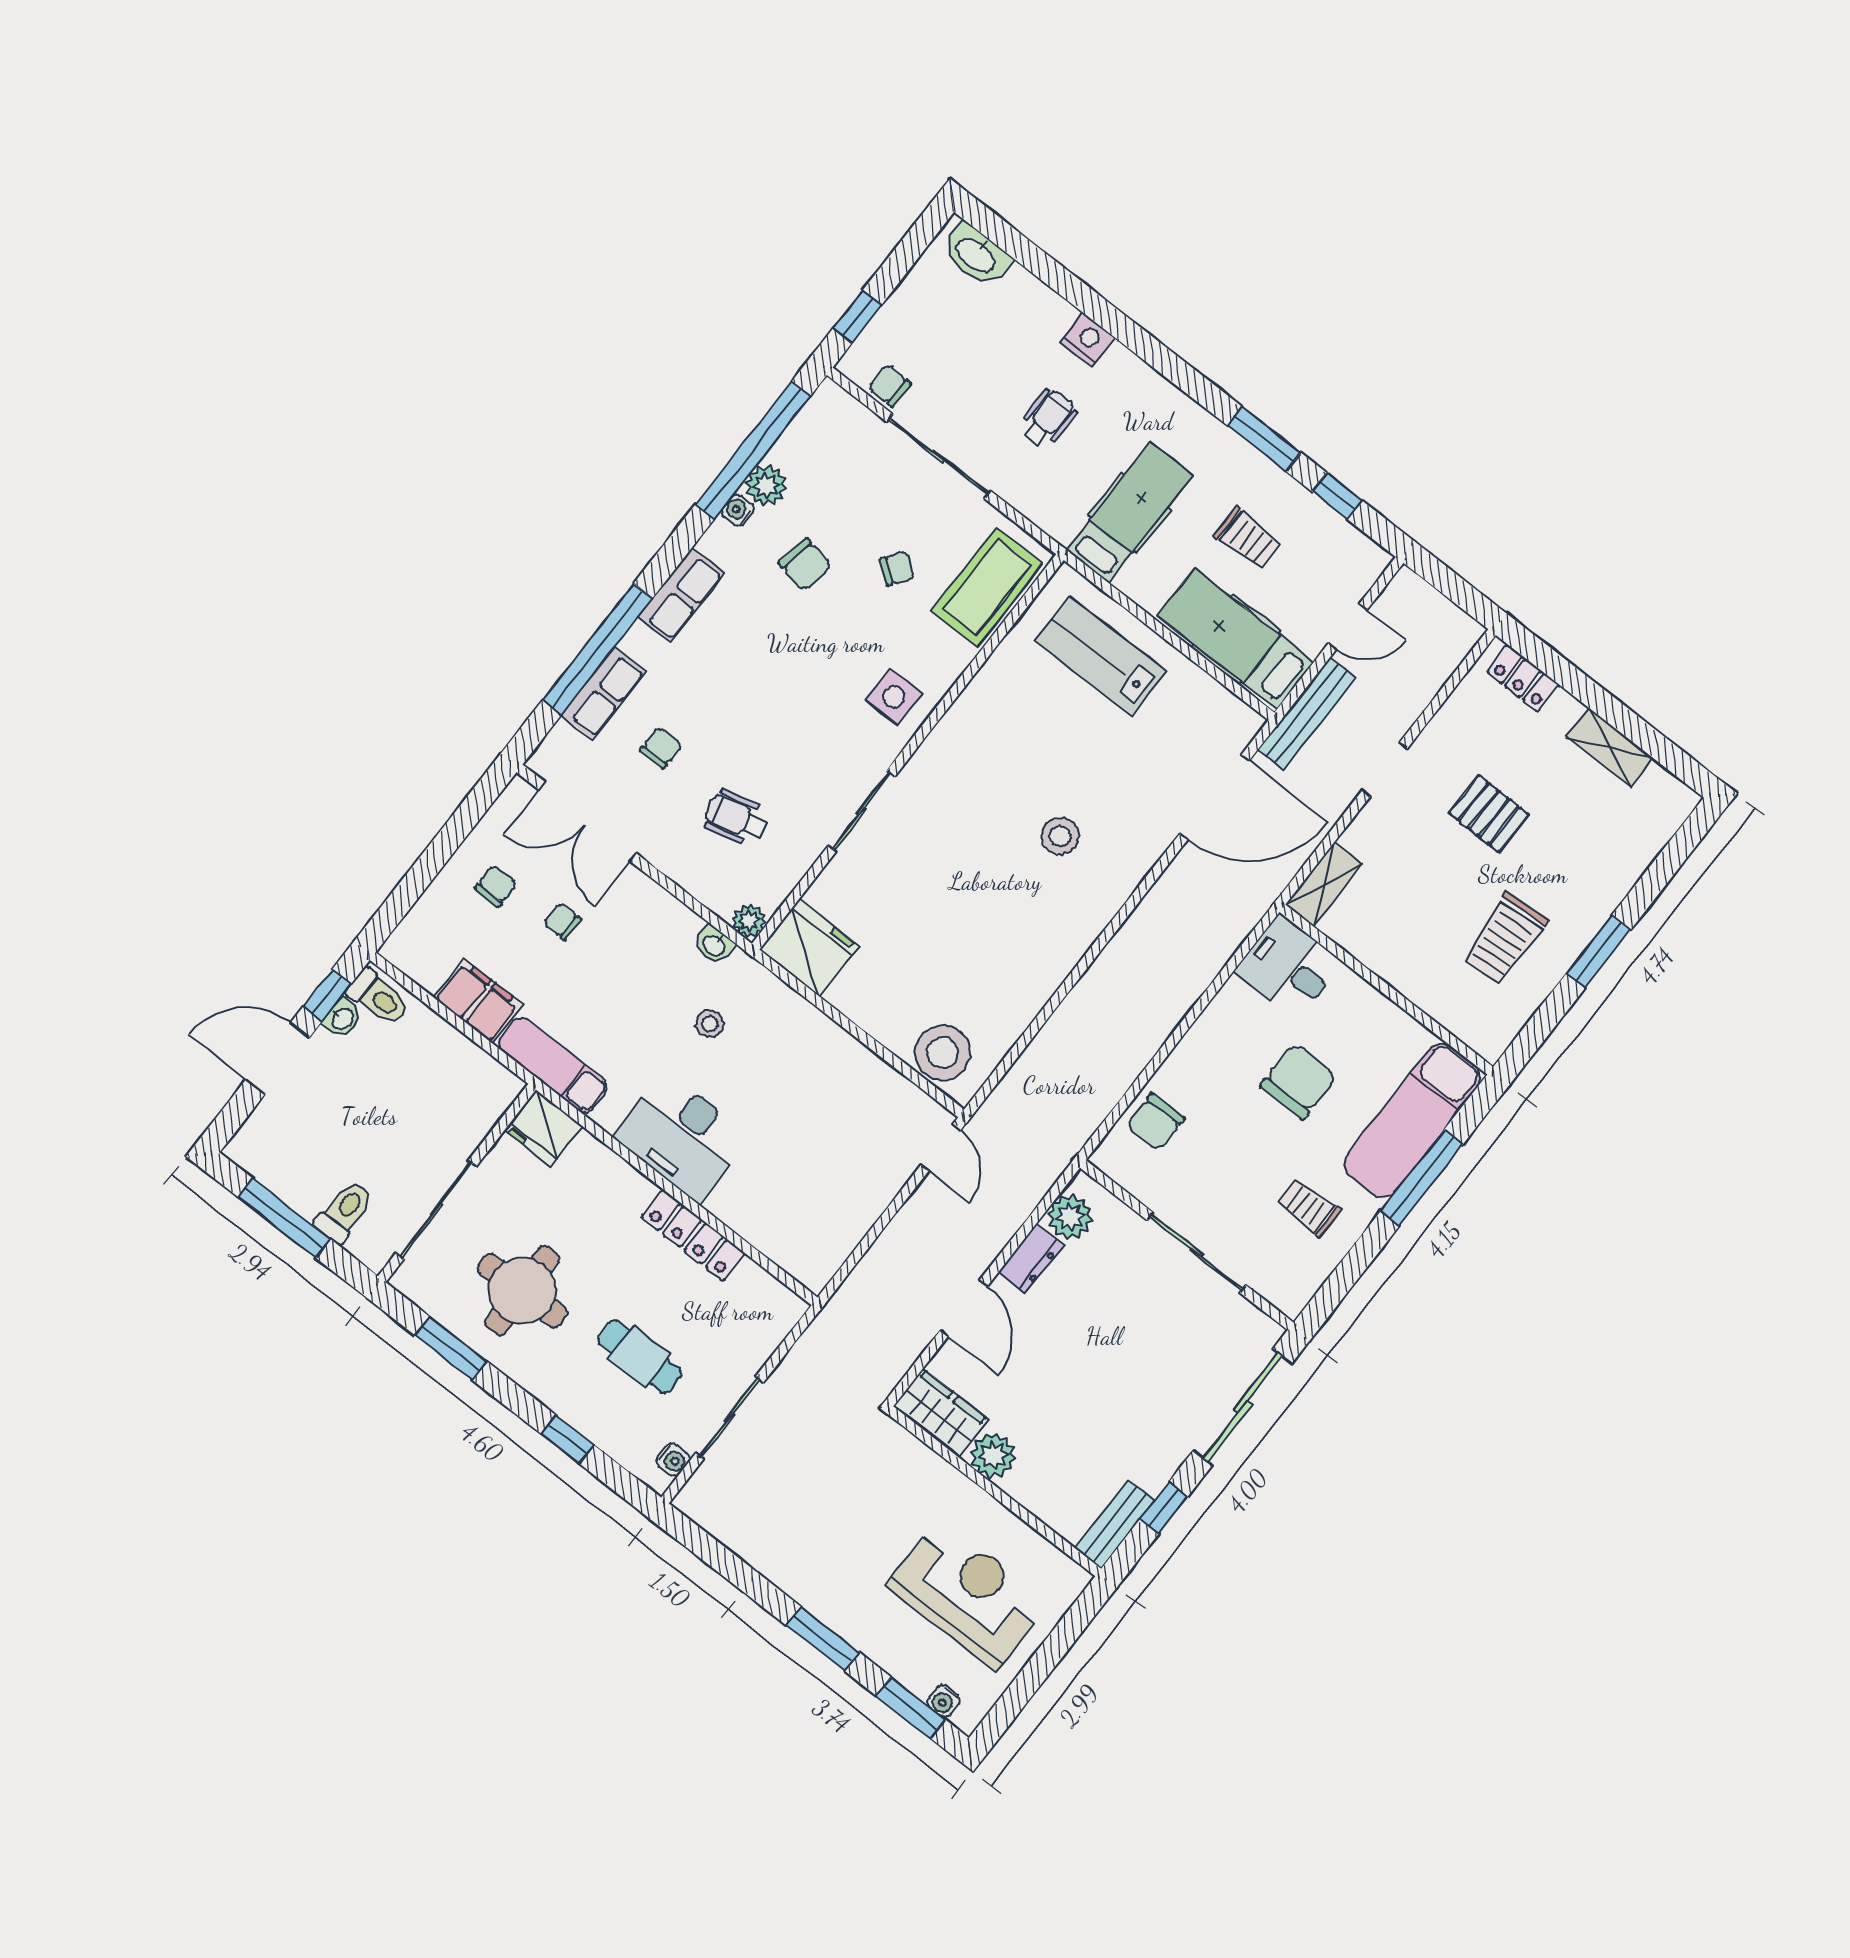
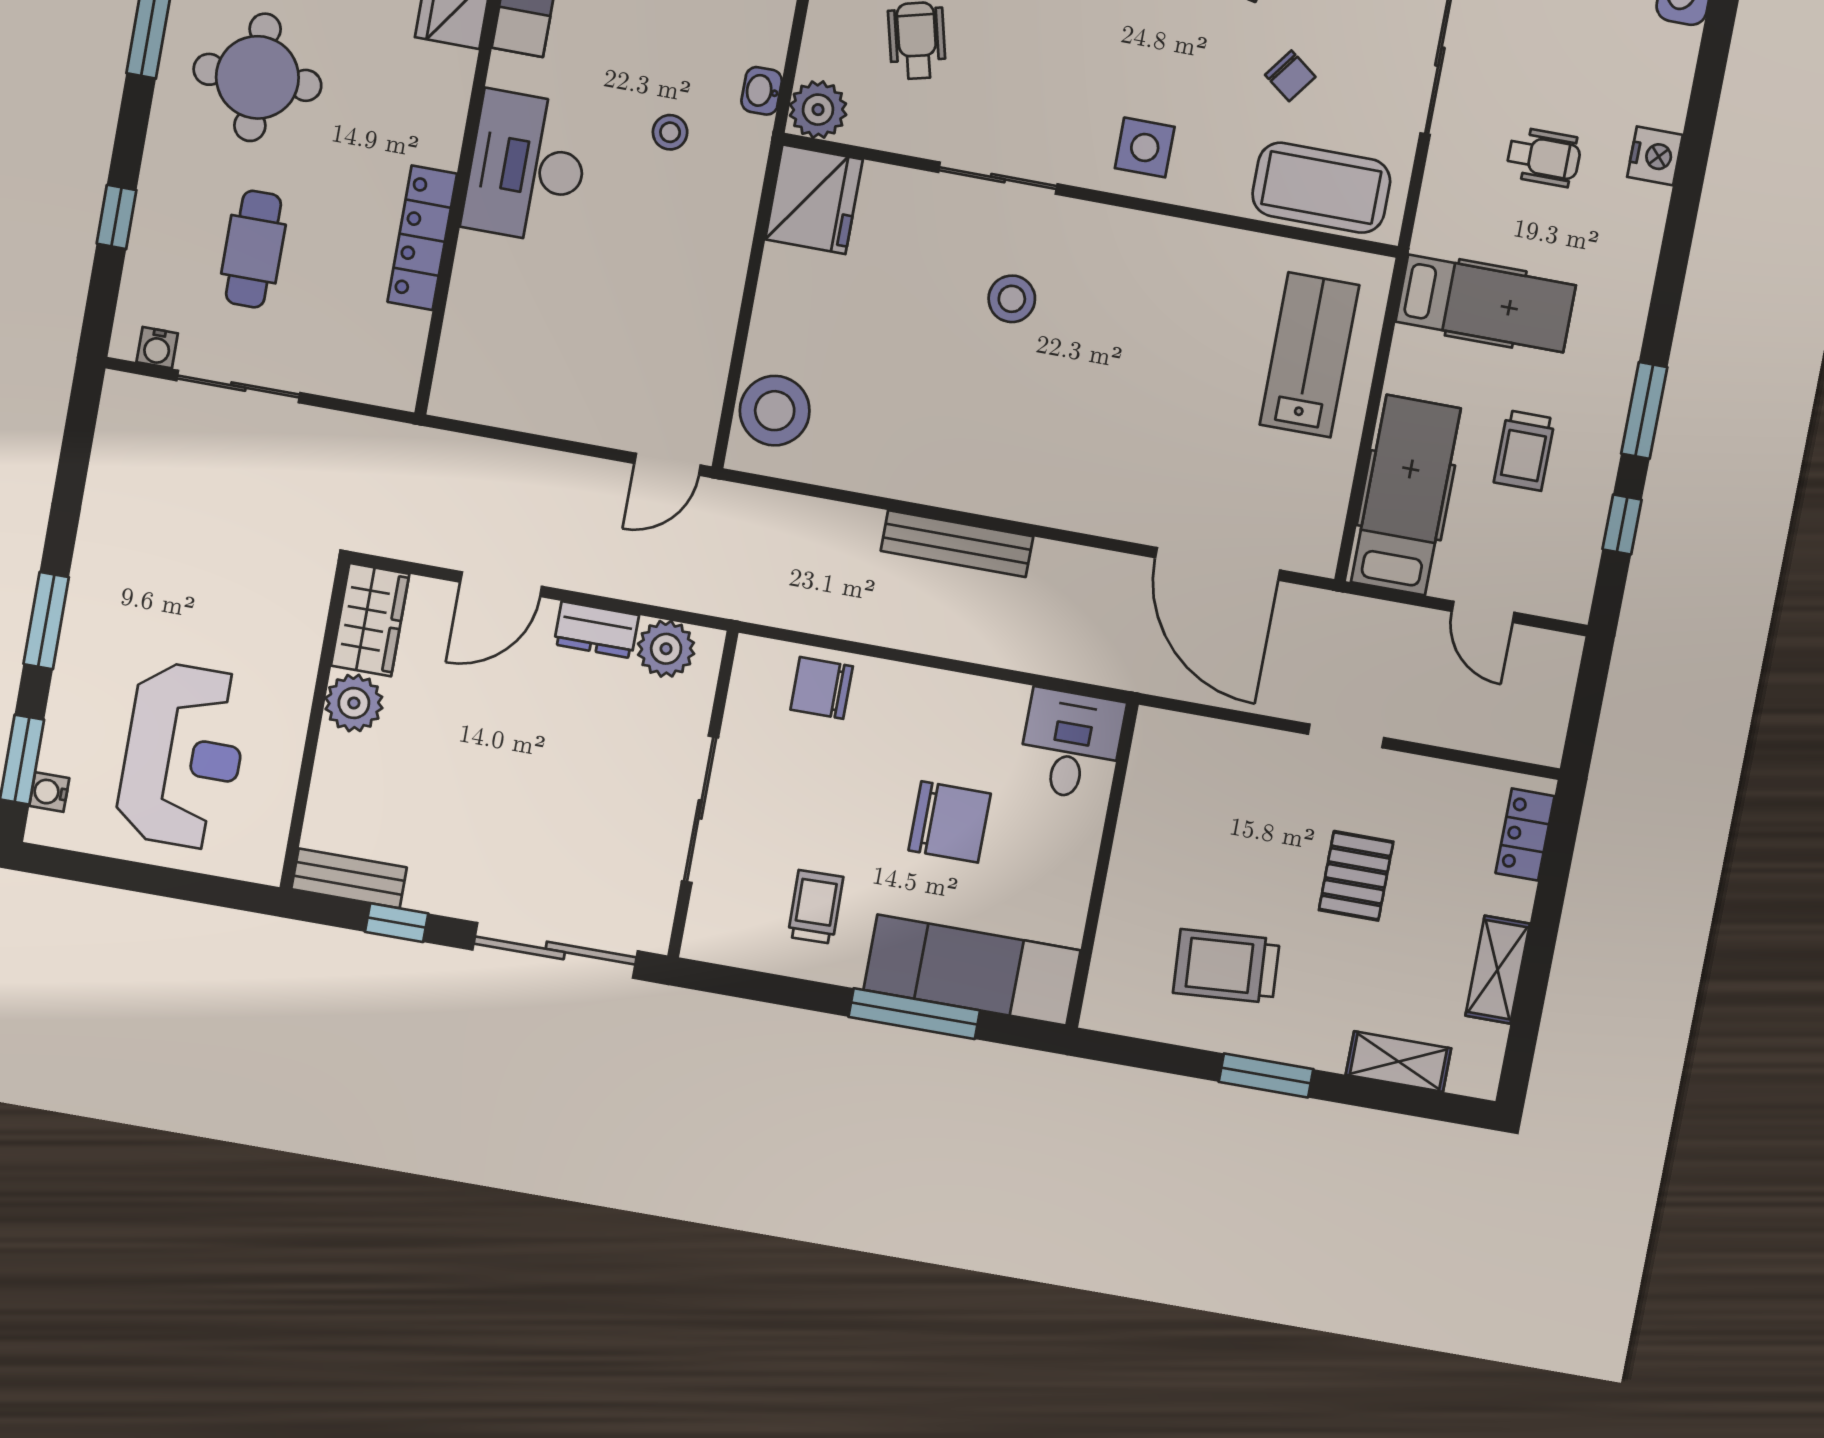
bench: (1307, 714) -> (957, 544), moved
stool: (1060, 836) -> (1012, 299), moved
shelving: (1324, 884) -> (1398, 1062), moved
plant: (749, 921) -> (818, 110), width x1.38, depth x1.38

